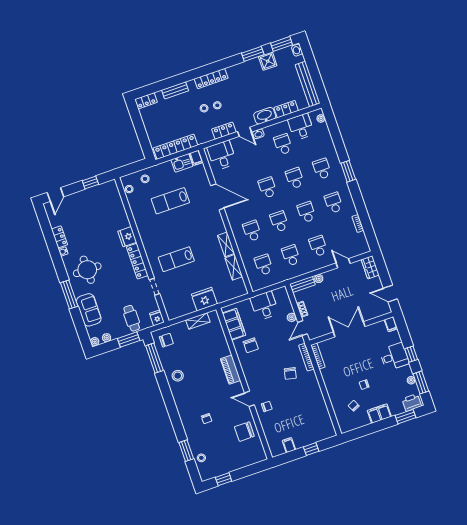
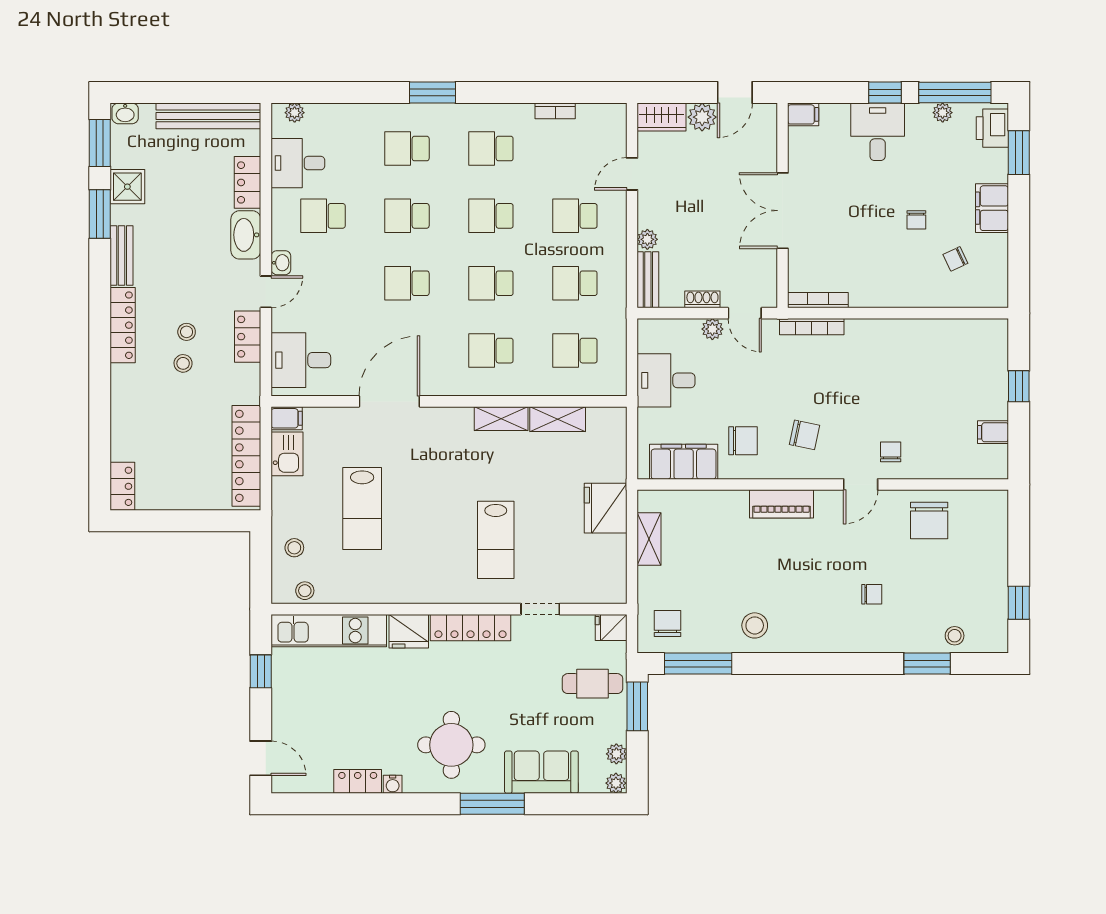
bench: (175, 90) -> (122, 256), moved
kitchen unit: (116, 204) -> (329, 631), added
plant: (376, 284) -> (702, 117), added
chair: (290, 373) -> (805, 435), moved
window: (421, 382) -> (955, 92), width x1.44

